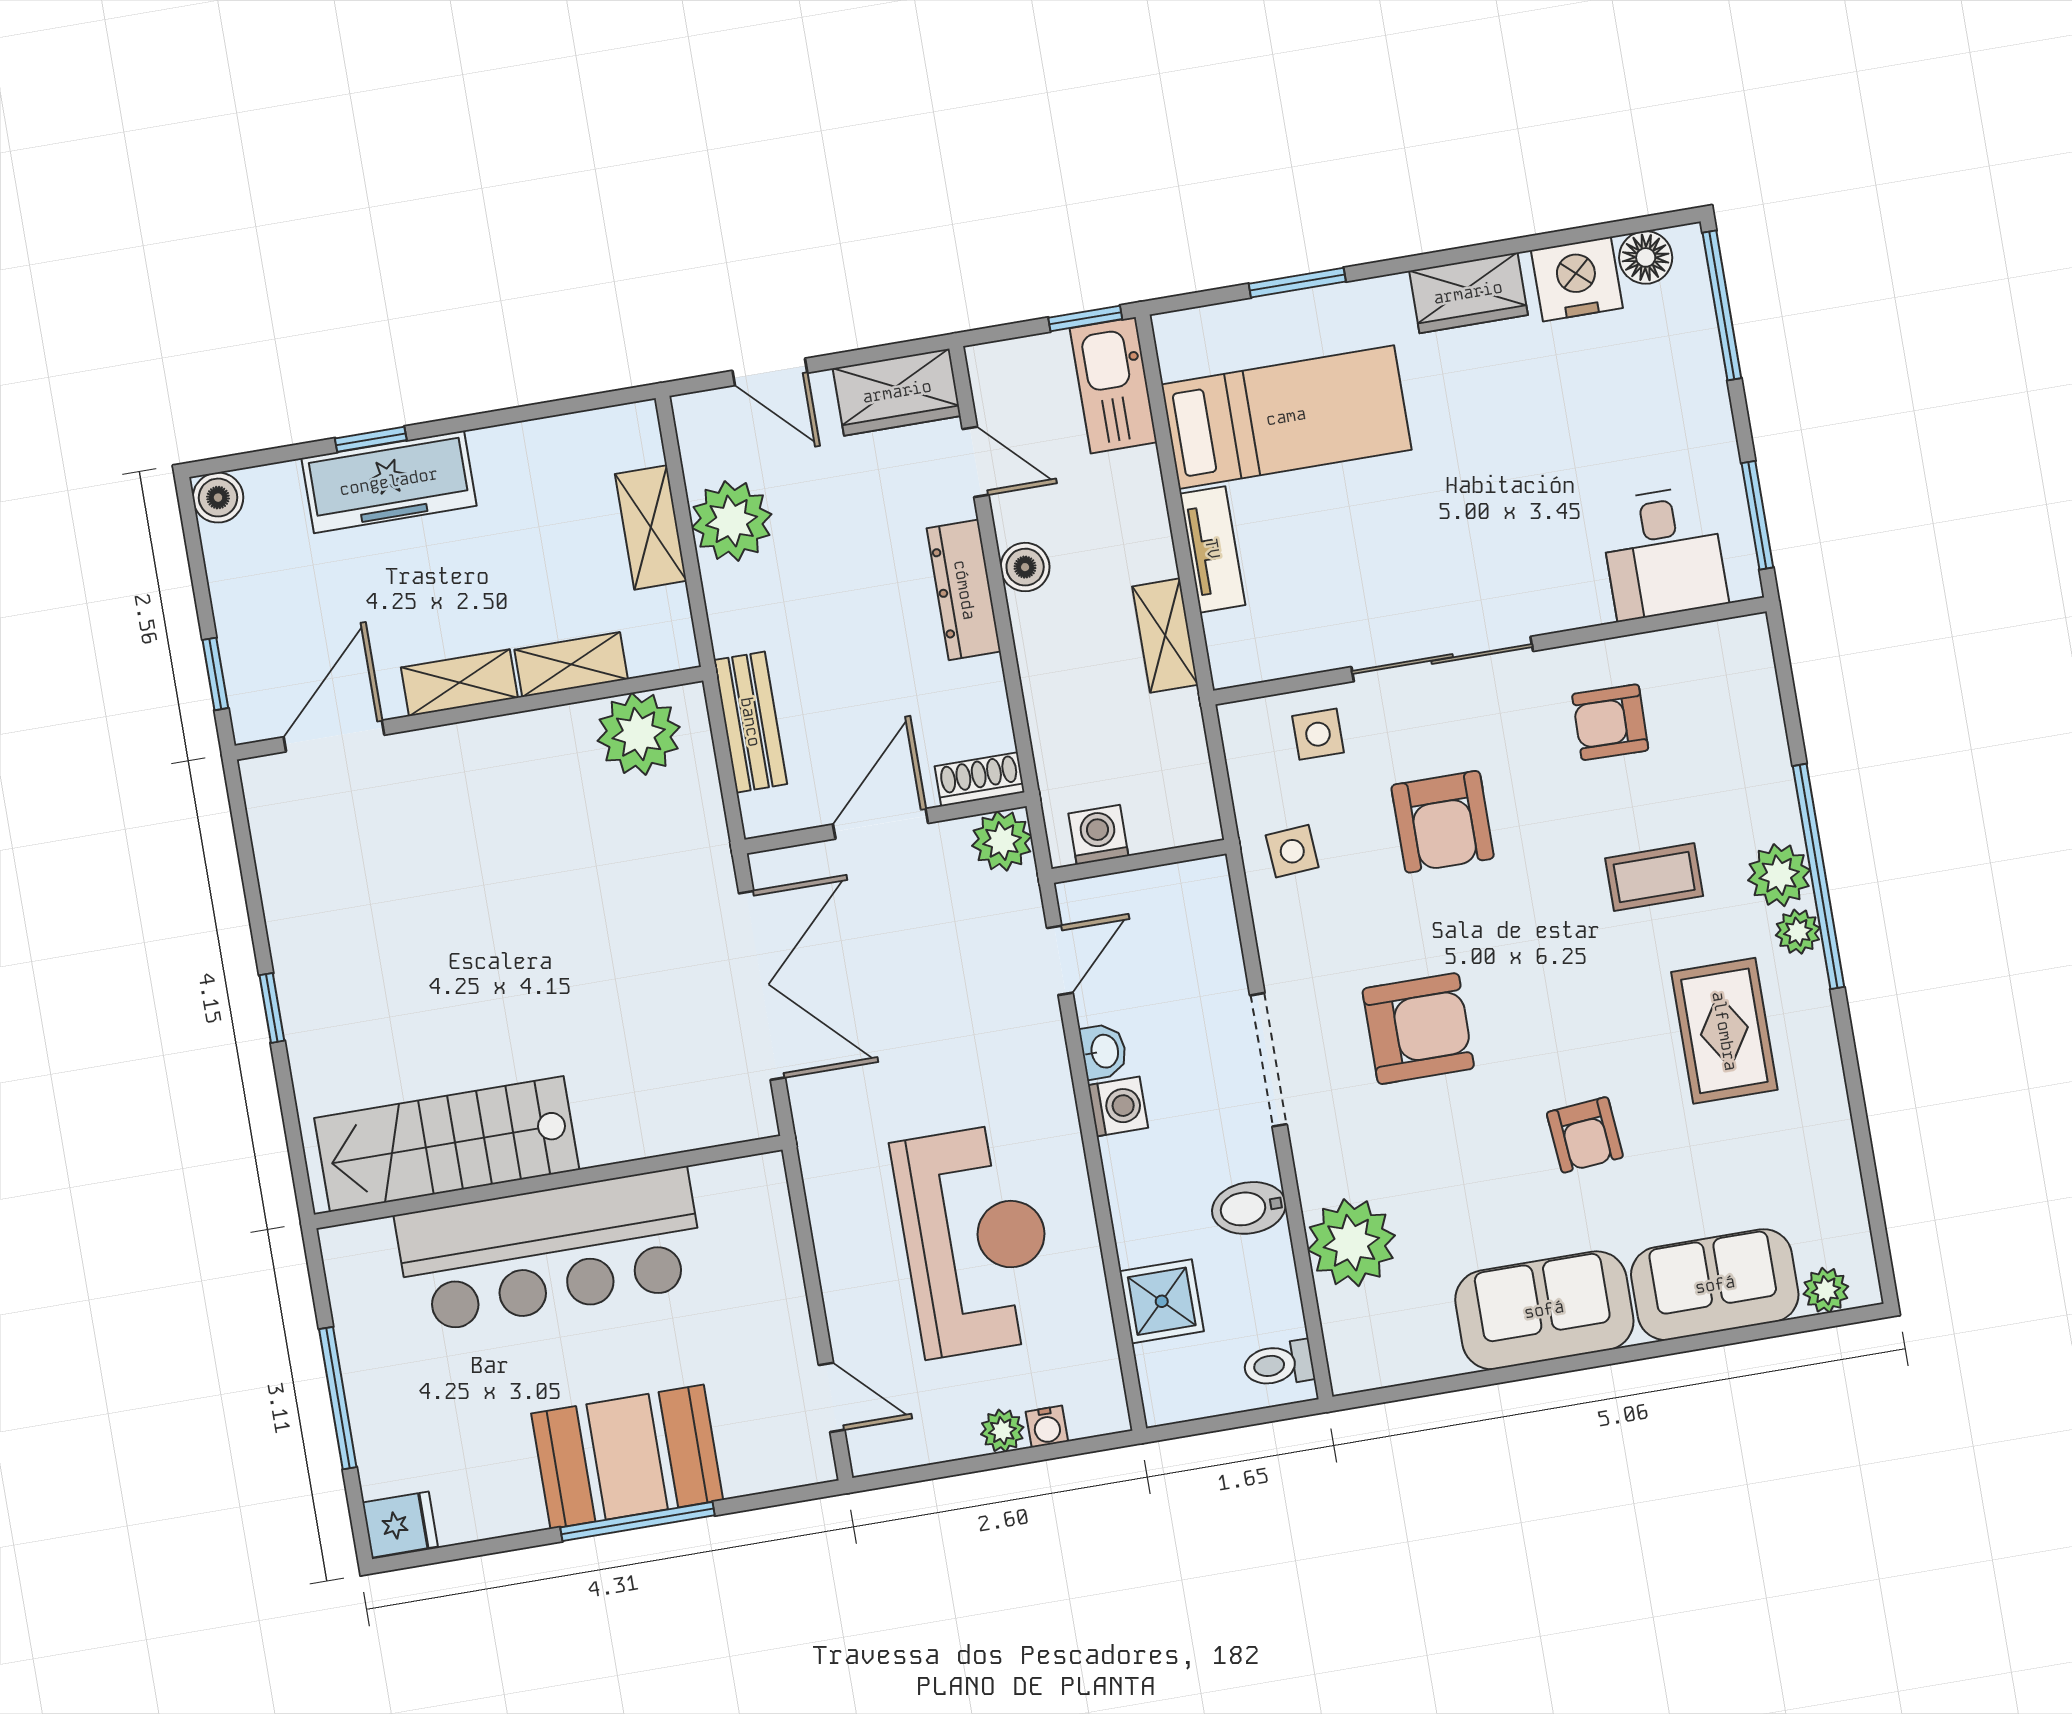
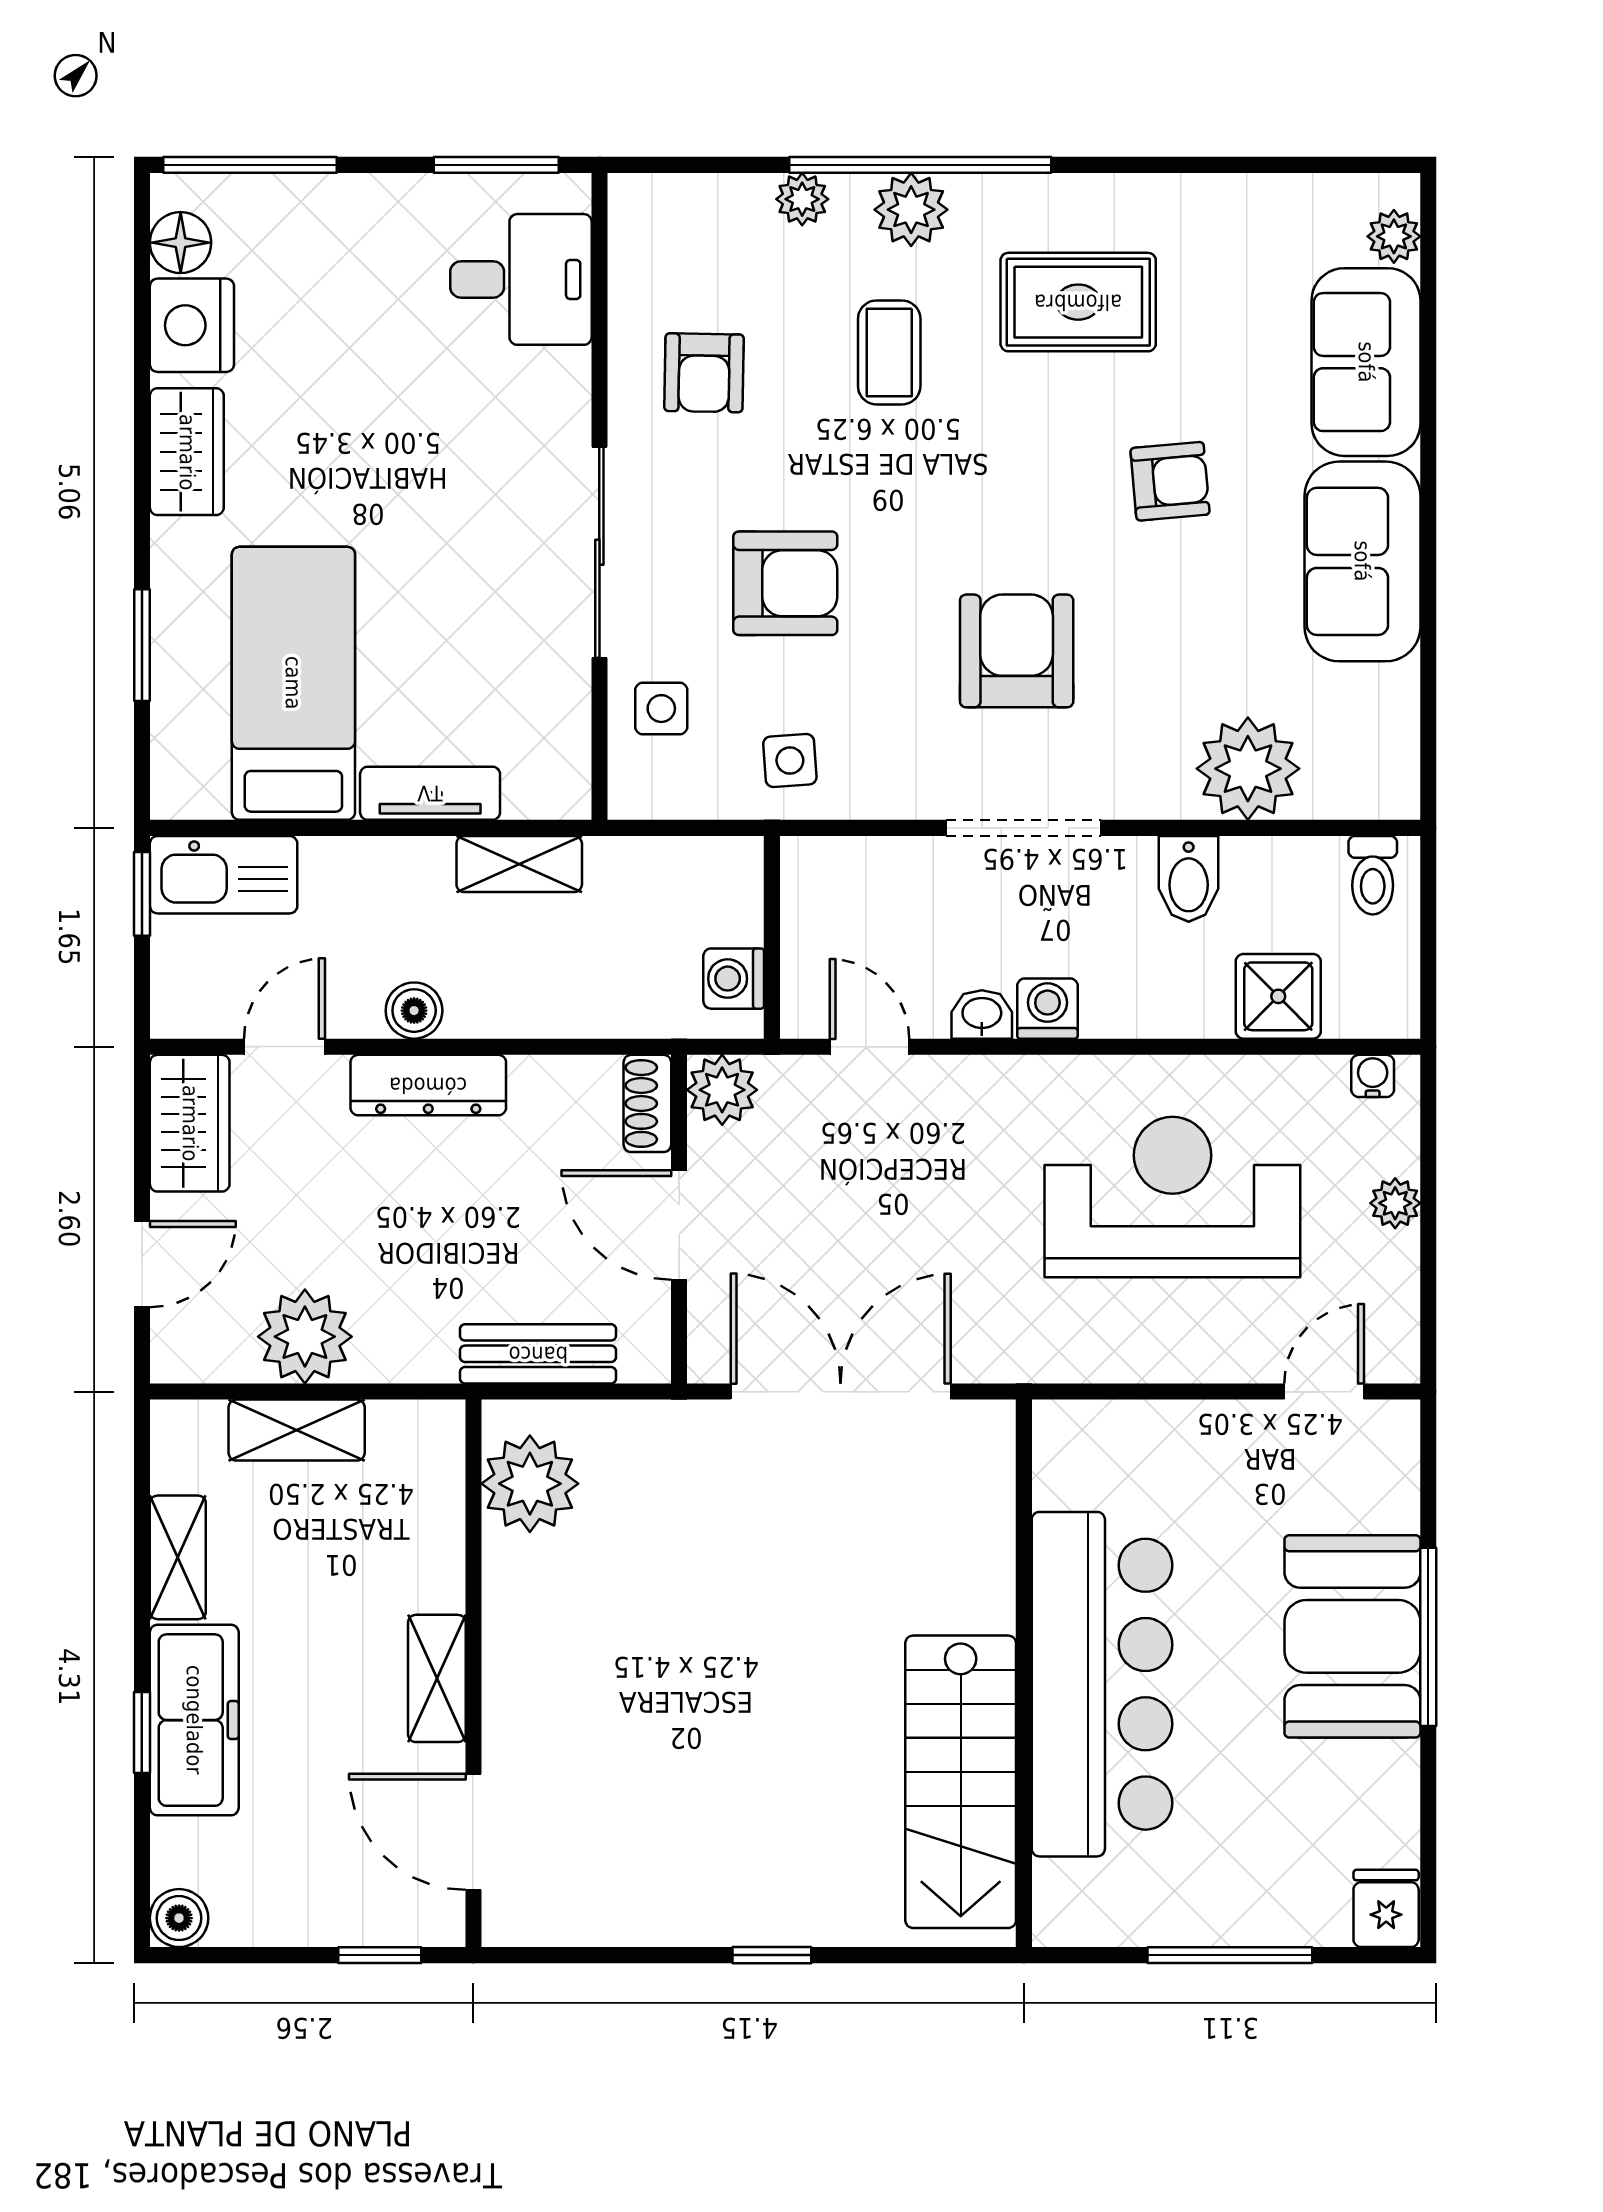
shelving: (571, 665) -> (178, 1557), moved
plant: (1798, 932) -> (802, 199), moved
water cooler: (1047, 1427) -> (1373, 1076), moved, turned -90

